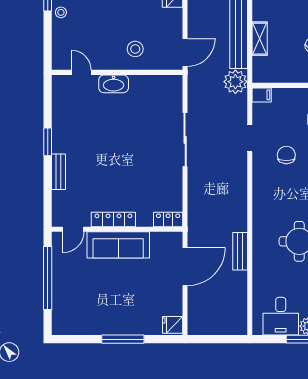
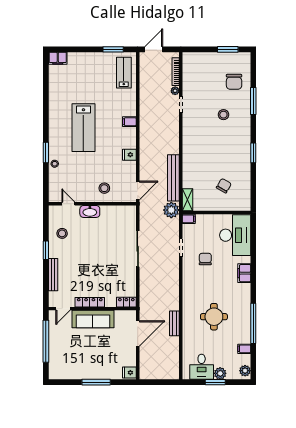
shelving: (260, 39) -> (187, 200), moved
stool: (72, 117) -> (62, 233), added
bench: (58, 172) -> (53, 275), width x1.36

